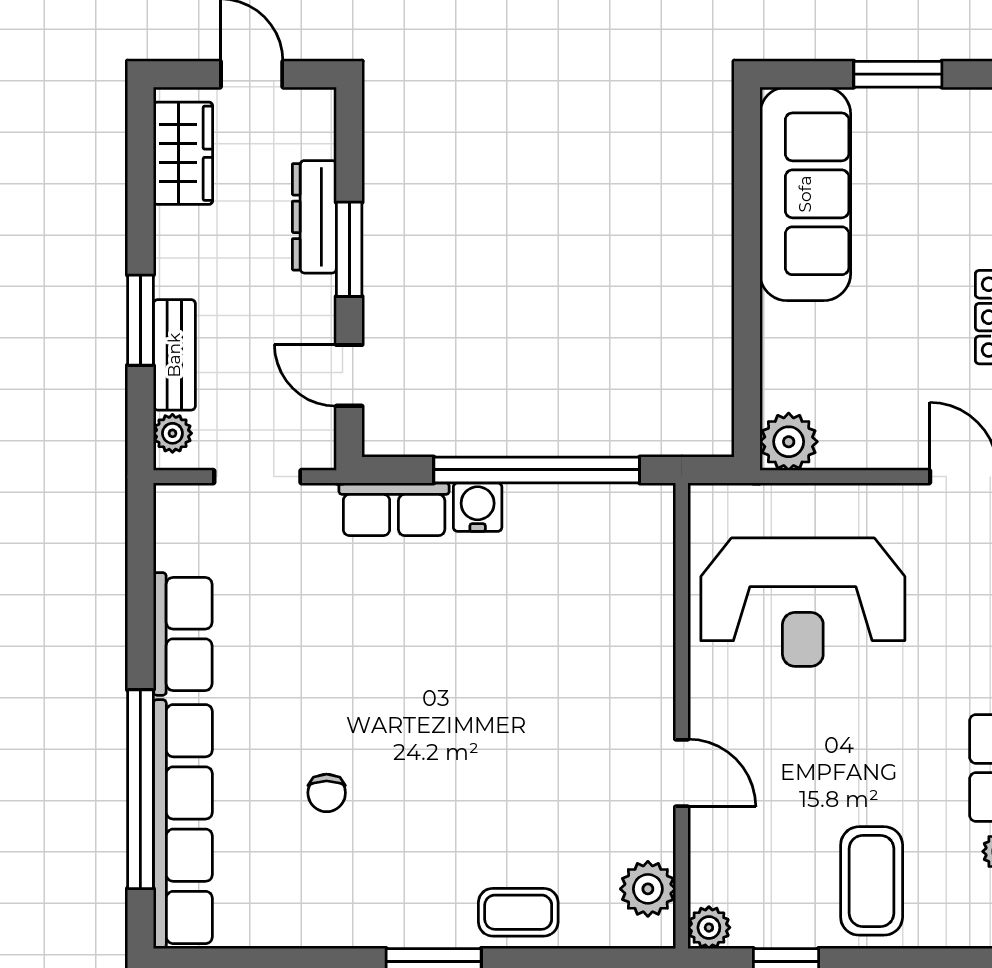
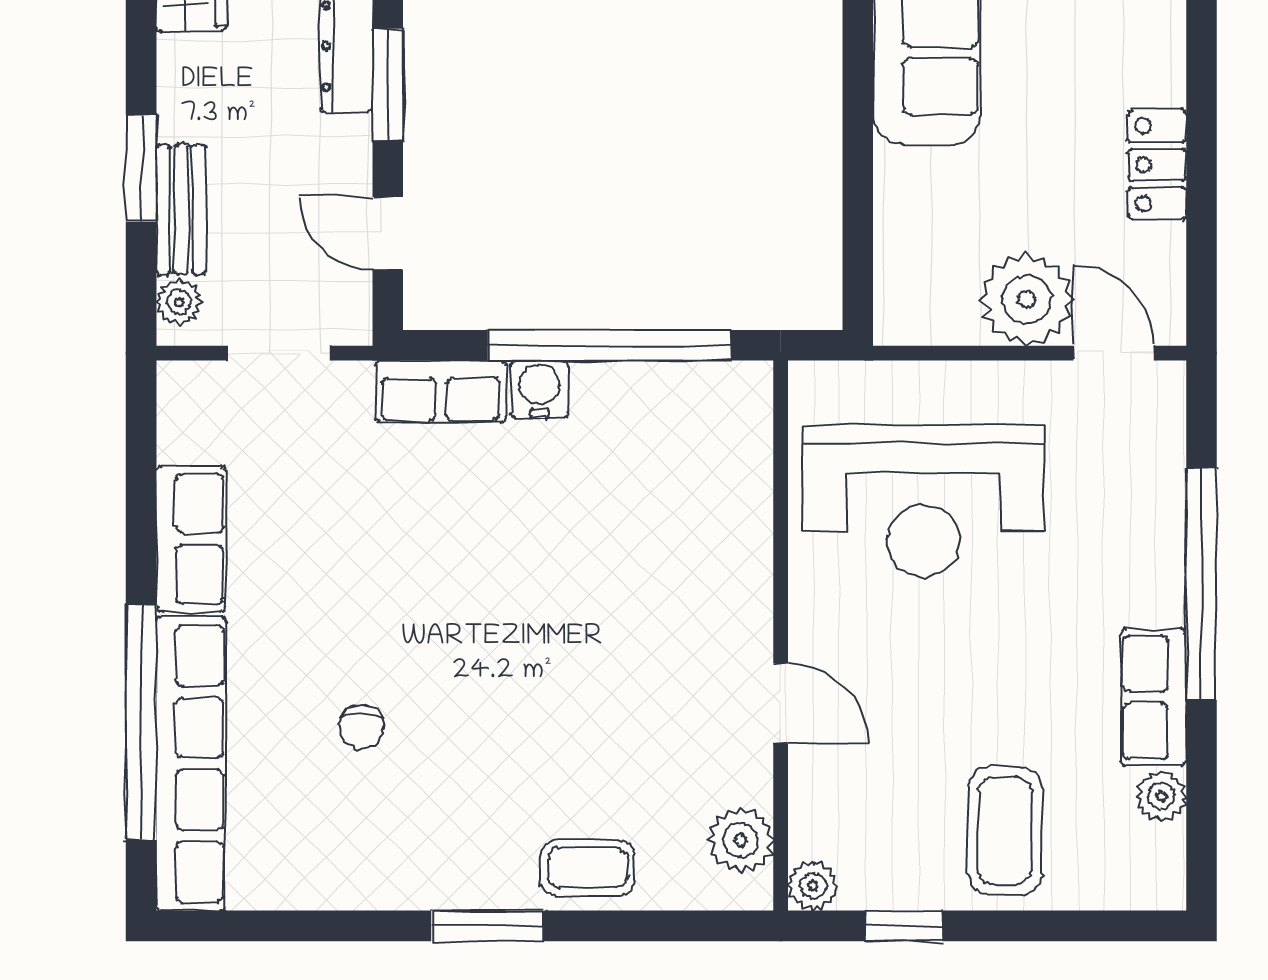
plant: (789, 442) -> (1027, 300), moved, width x1.36, depth x1.36

